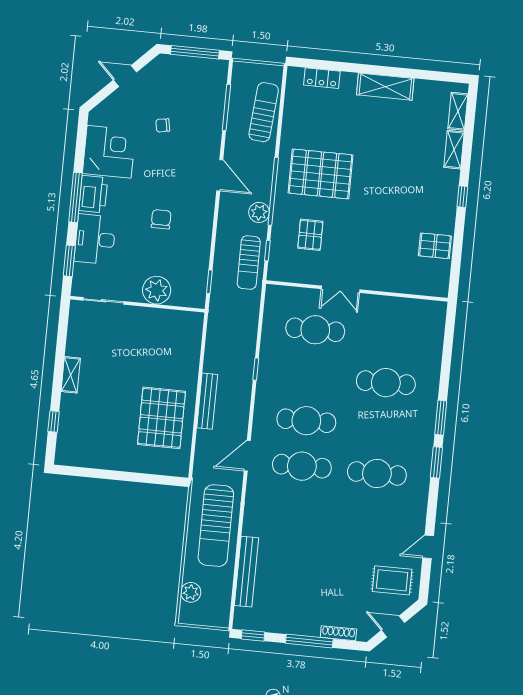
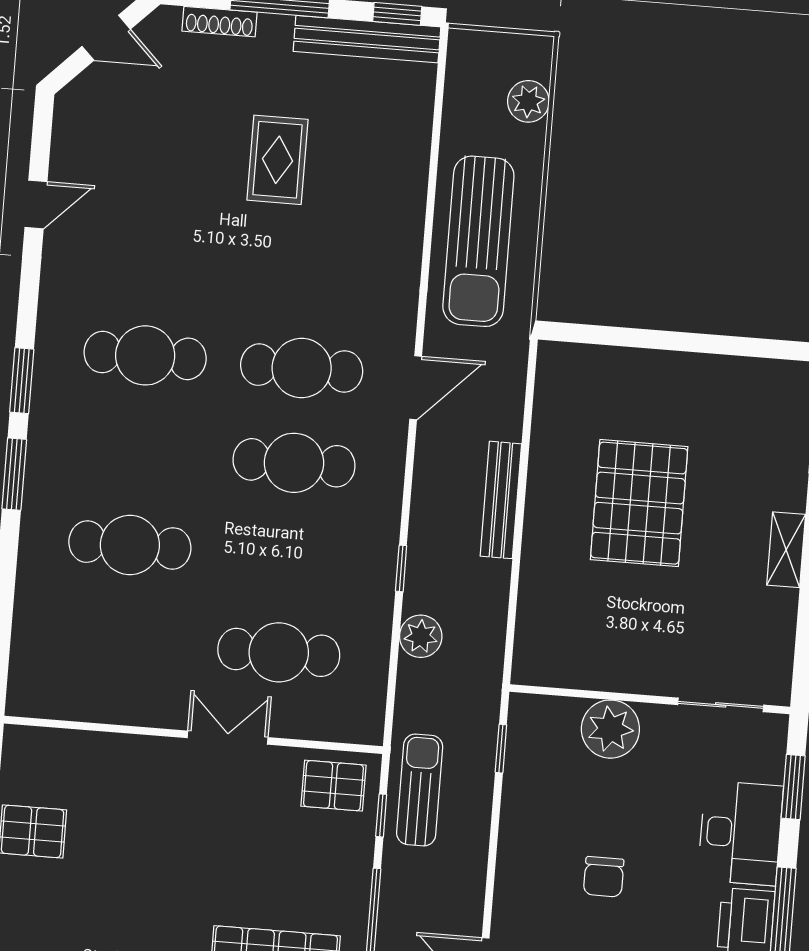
plant: (259, 212) -> (421, 636), moved
pallet: (310, 235) -> (333, 786), moved, turned 90
pallet: (161, 418) -> (639, 503), moved
sun lounger: (216, 526) -> (478, 241), turned 180
bench: (246, 572) -> (367, 39), moved, turned 90
rug: (392, 580) -> (278, 160), moved, turned 90

